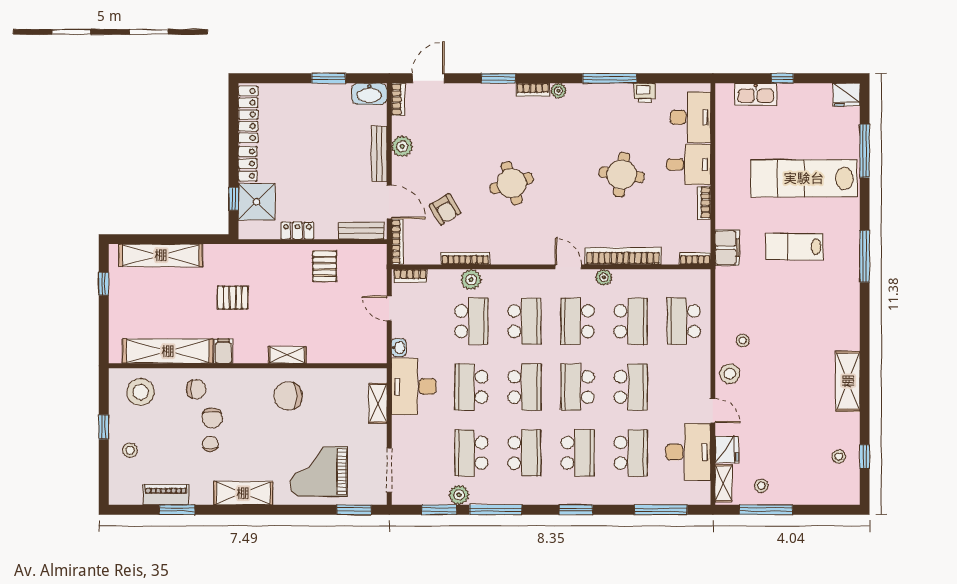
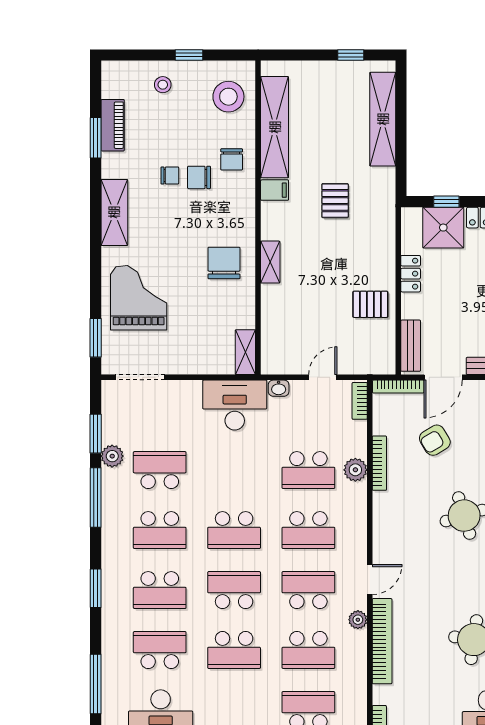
school desk: (471, 387) -> (234, 470), removed
shelving: (378, 403) -> (245, 352), moved, turned 90
school desk: (631, 453) -> (160, 650), turned 180

